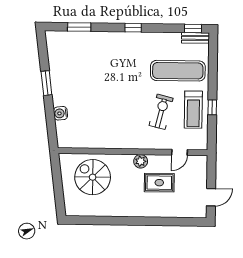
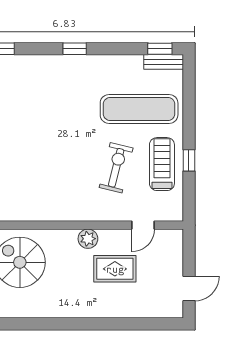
treadmill: (193, 110) -> (162, 164), turned 180

